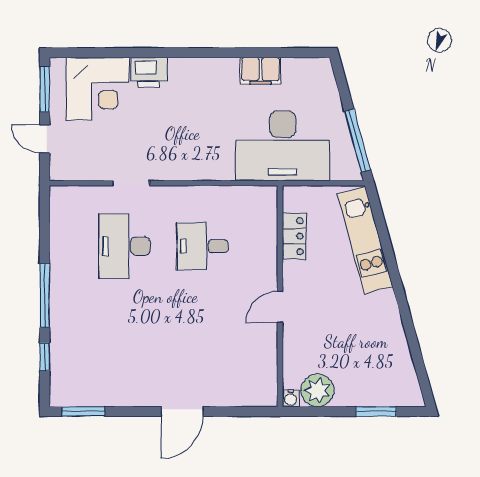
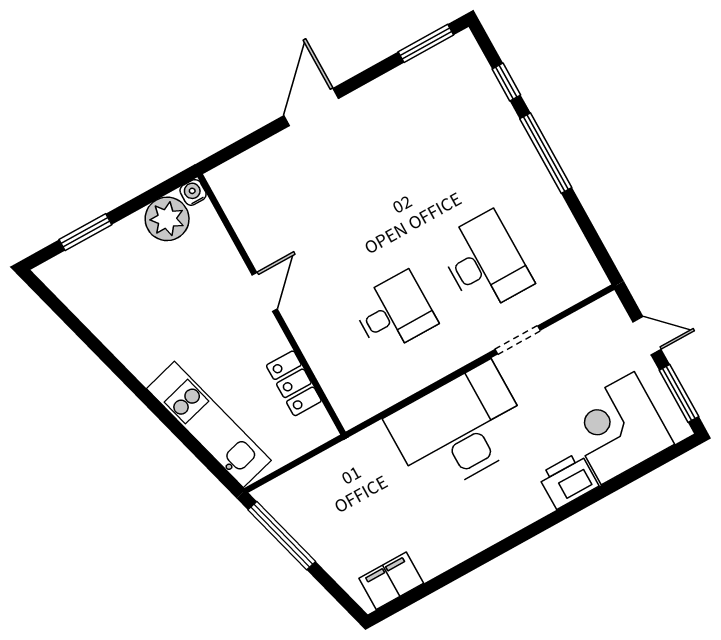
filing cabinet: (260, 71) -> (391, 581), moved
desk: (283, 146) -> (459, 429), moved

